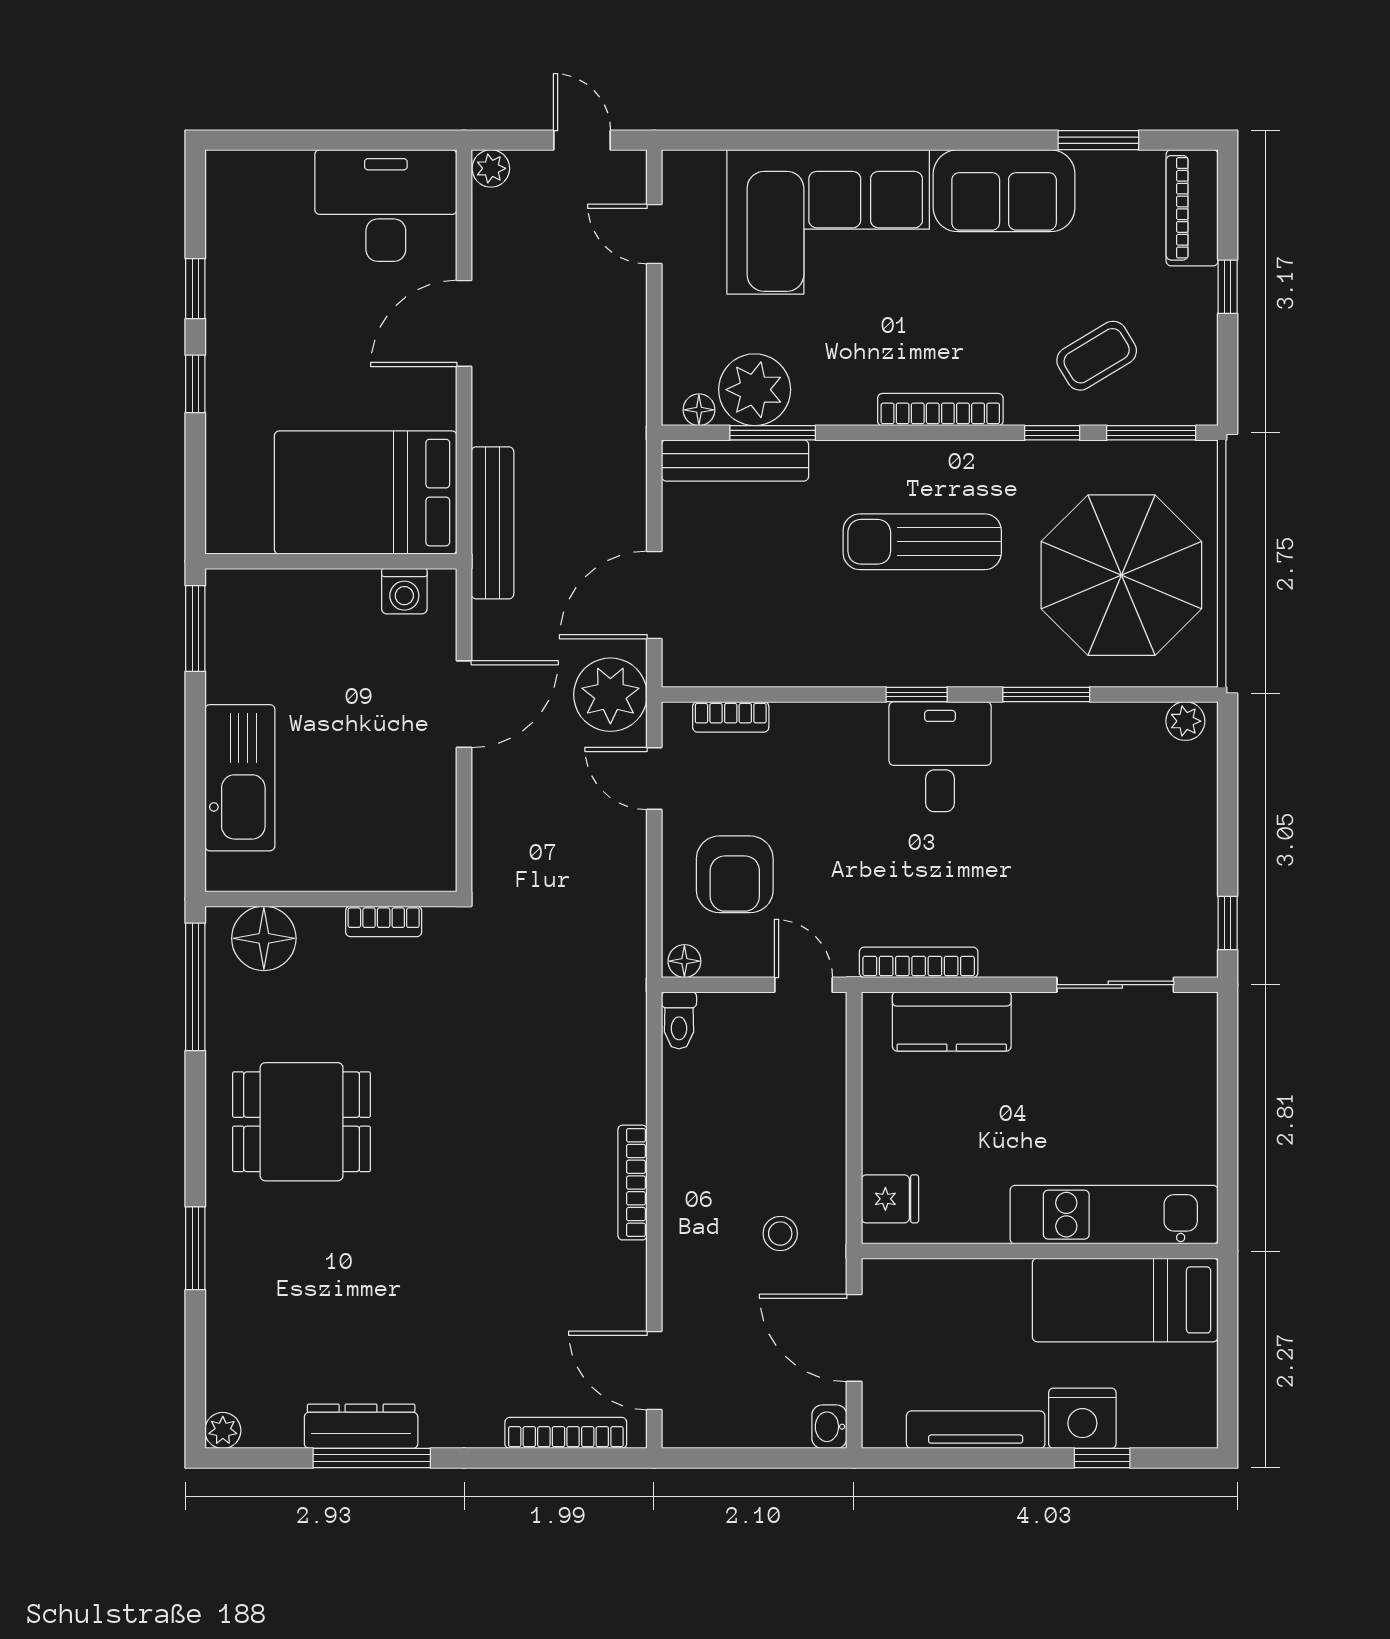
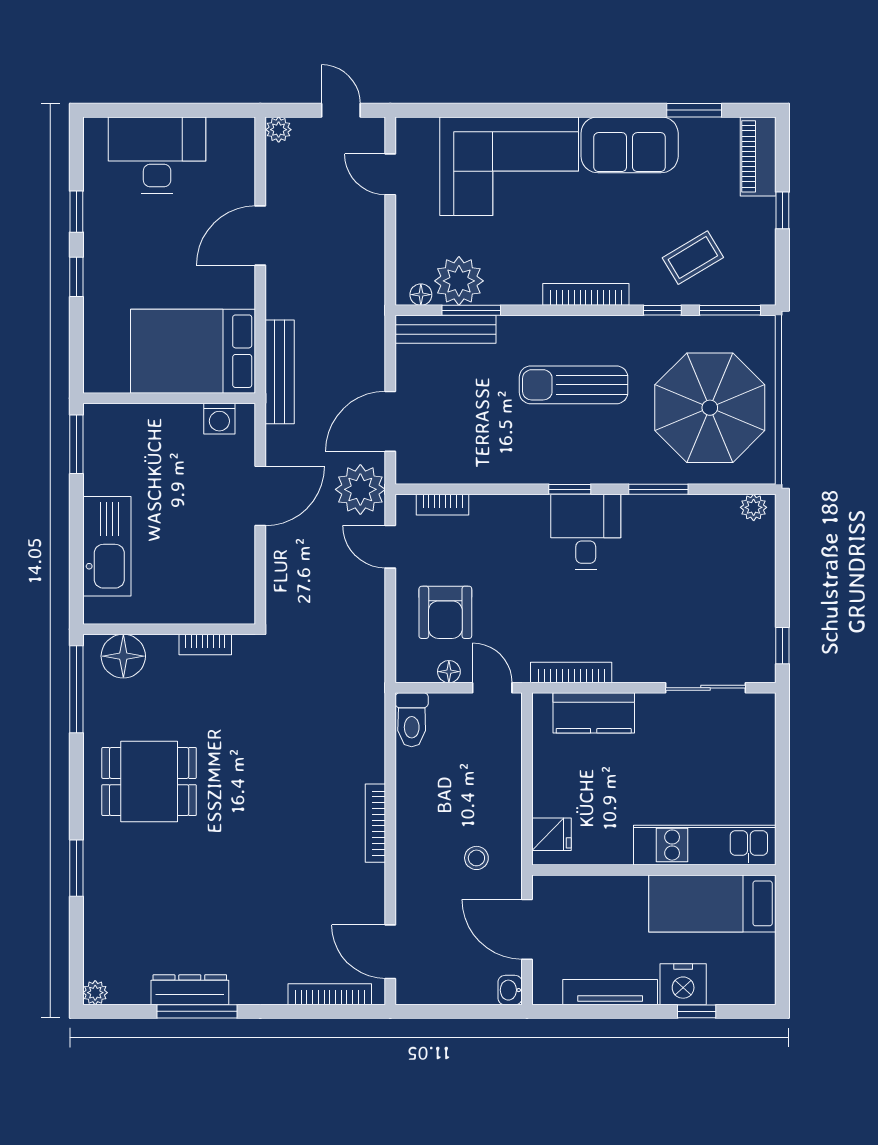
desk: (386, 206) -> (157, 155), moved
floor lamp: (684, 961) -> (449, 672), moved
toilet: (679, 1020) -> (412, 720), width x1.37, depth x1.39

